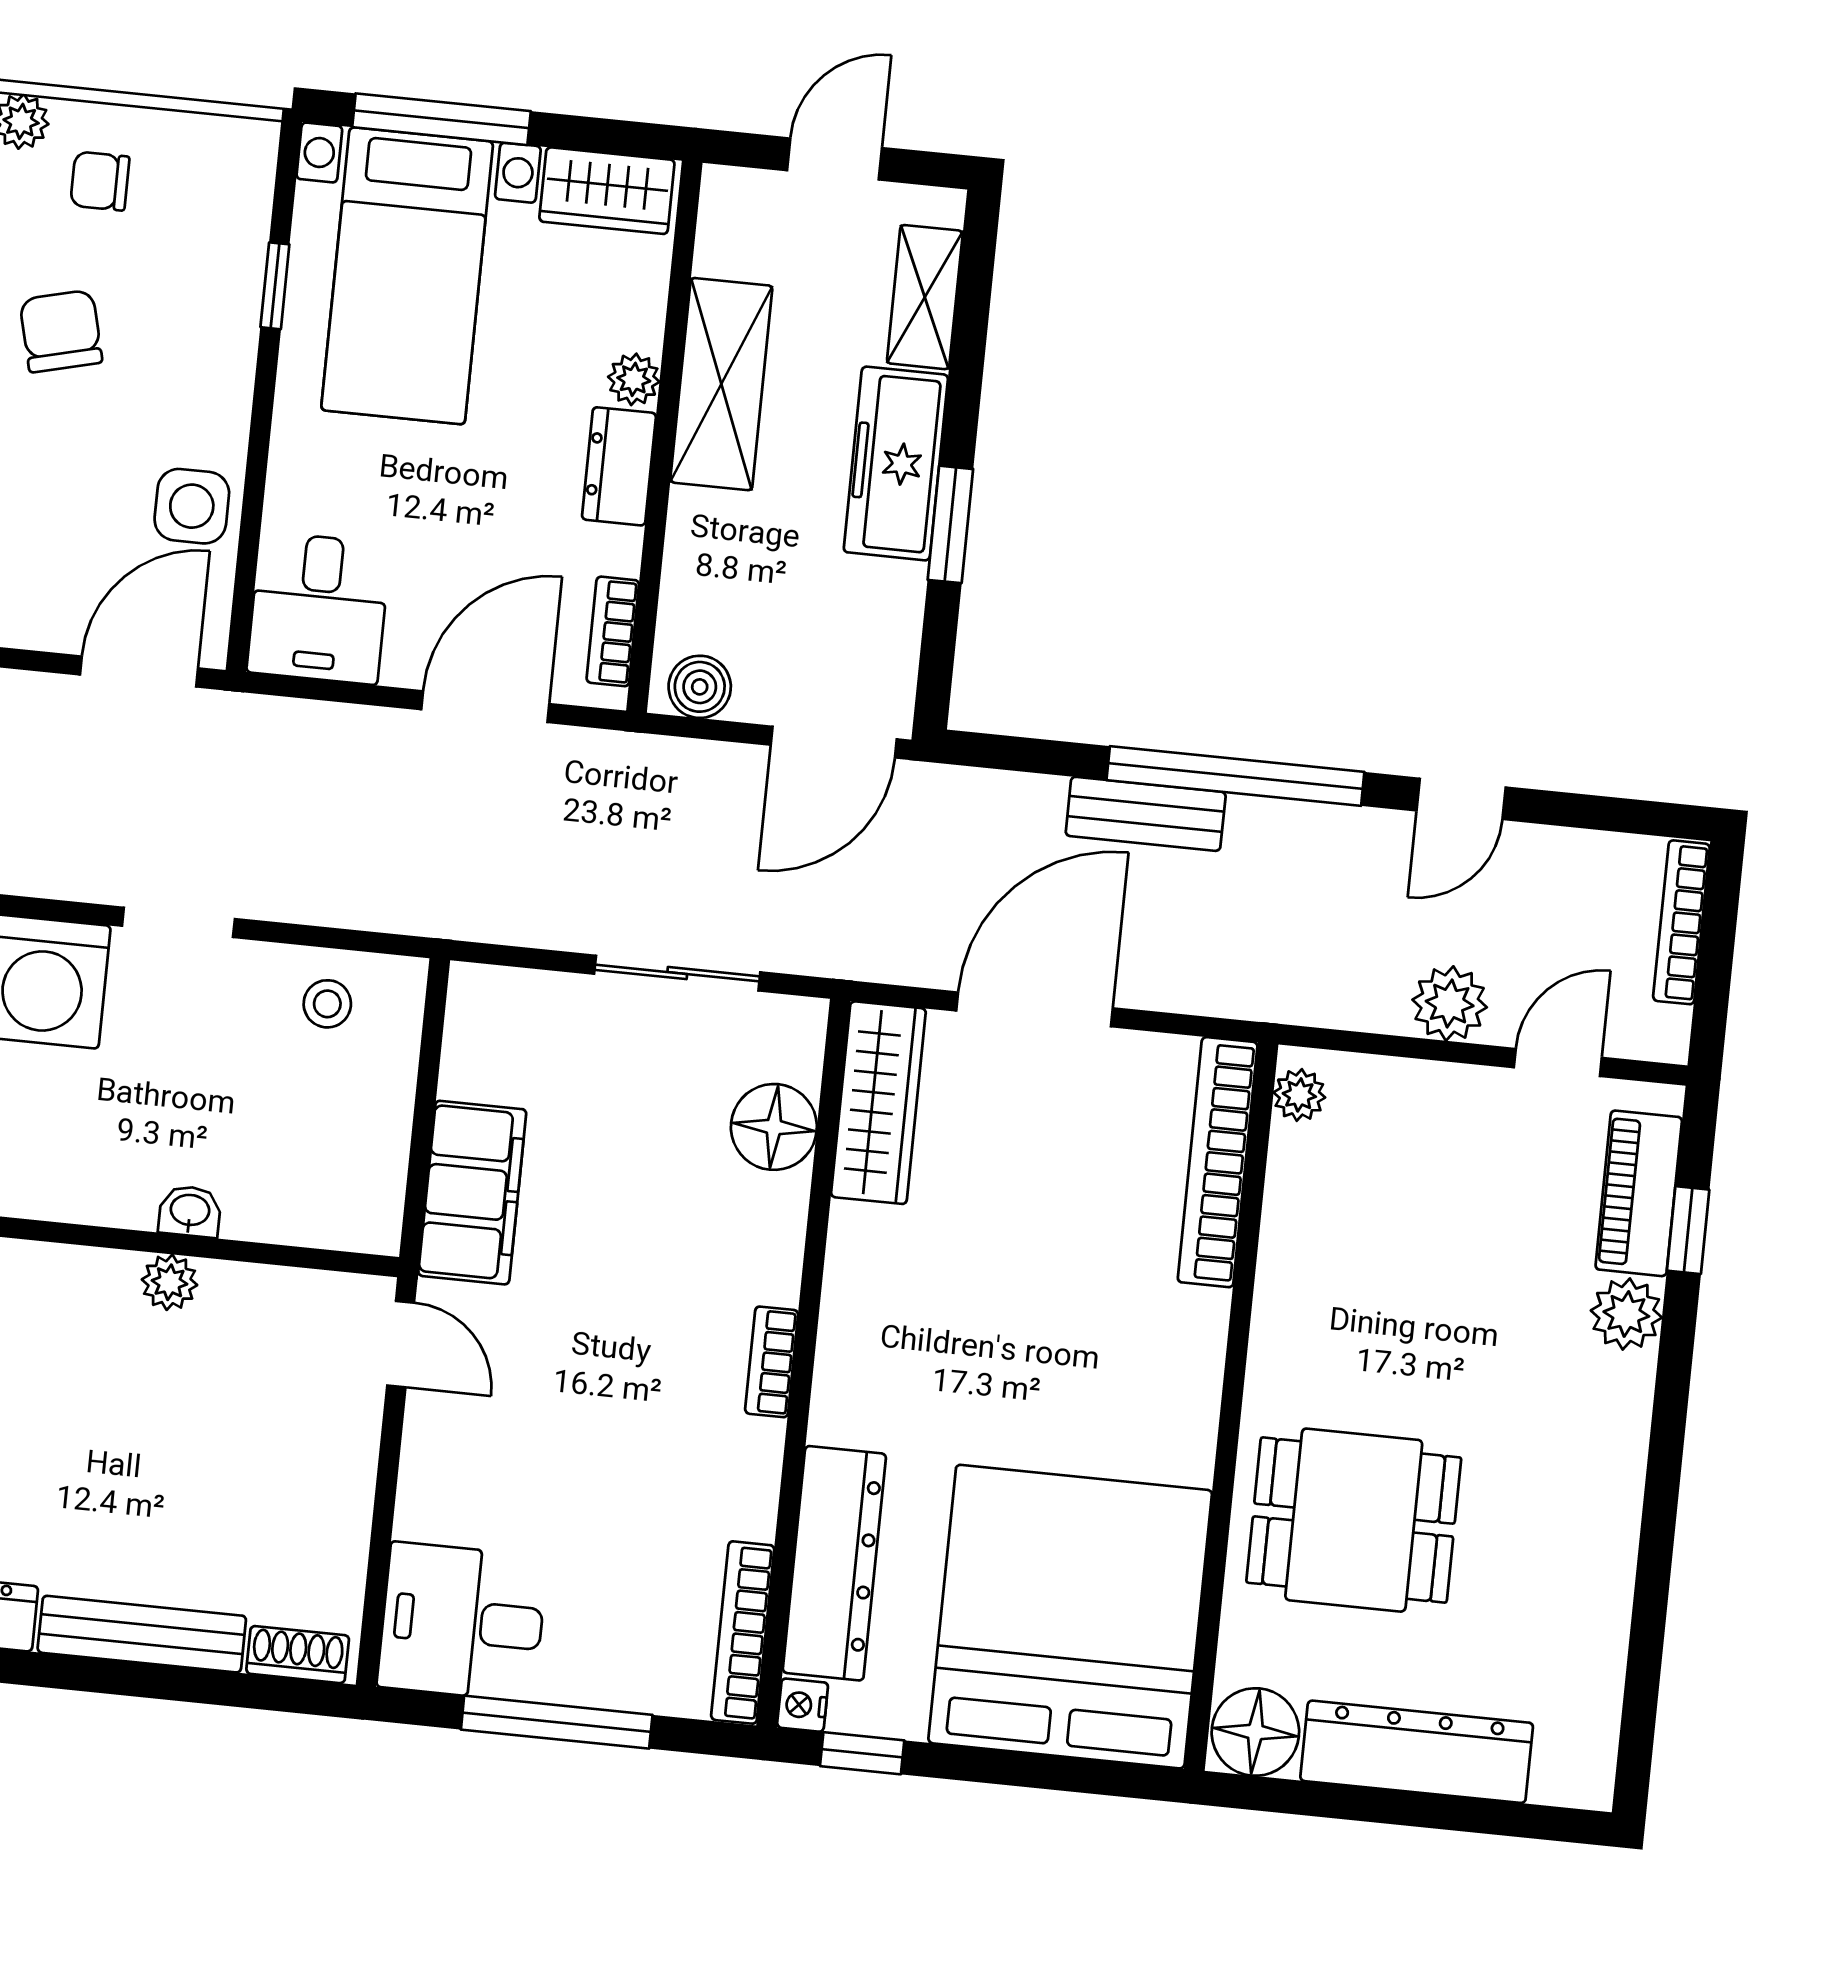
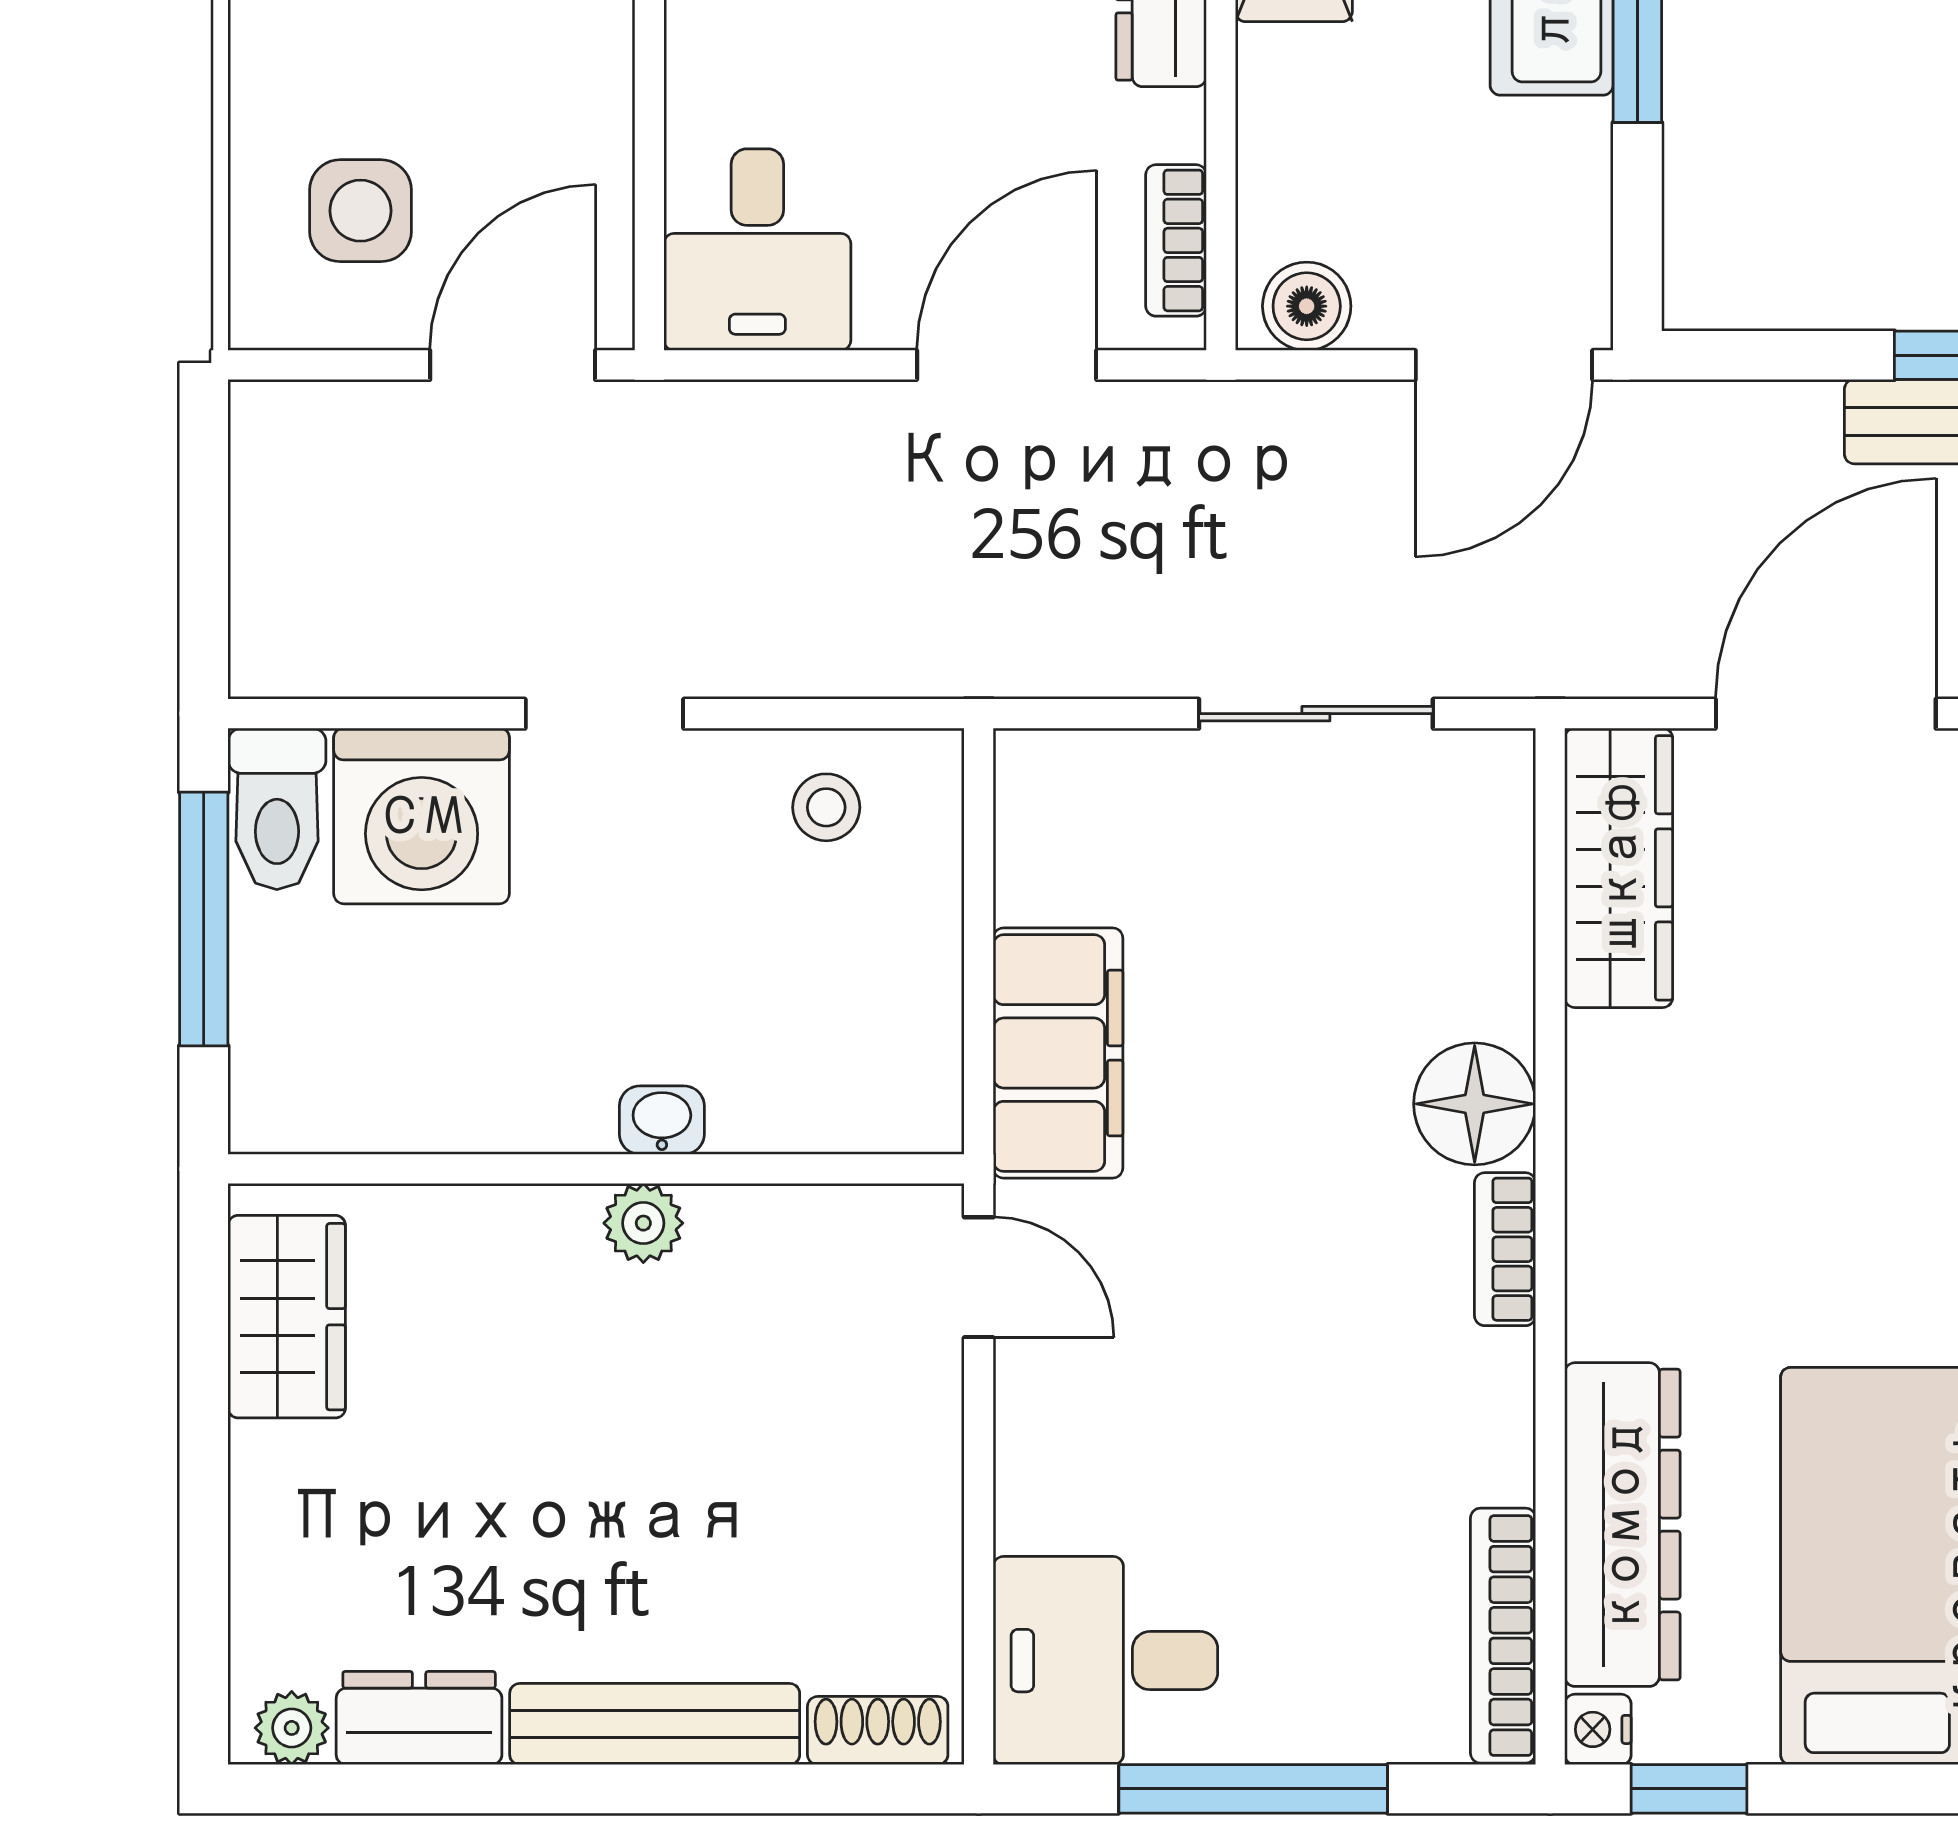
side table: (192, 506) -> (361, 211), moved
floor lamp: (774, 1127) -> (1475, 1104), moved

